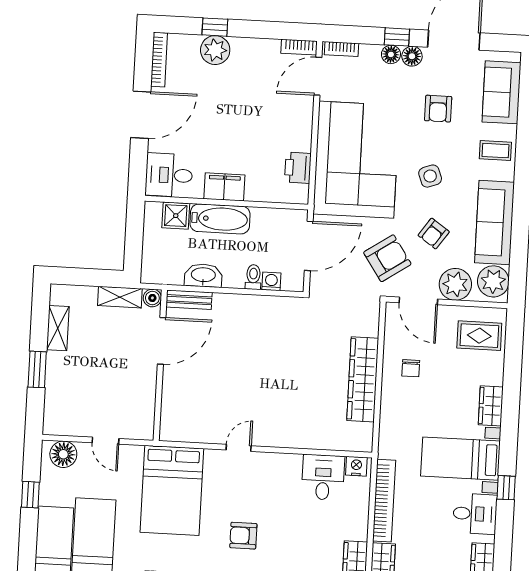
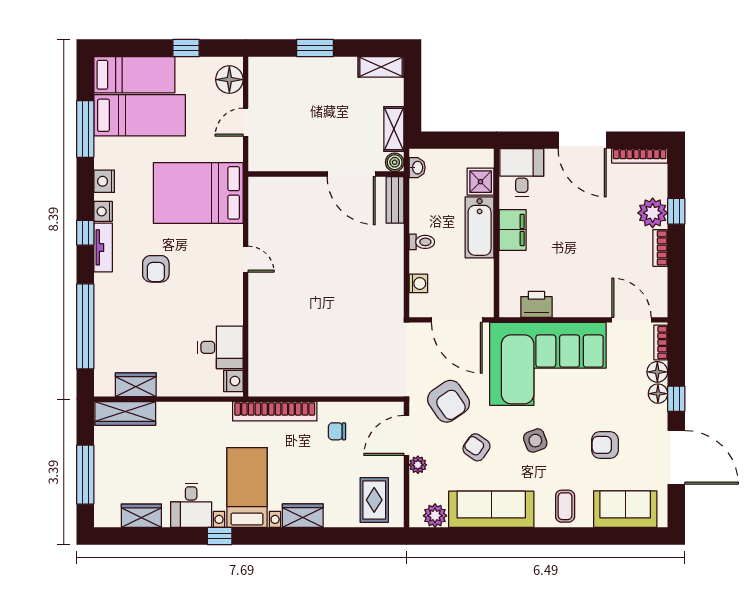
bookcase: (299, 47) -> (660, 248), moved
floor lamp: (412, 56) -> (657, 372), moved
washbasin: (203, 275) -> (417, 168), moved, width x0.52, depth x0.69
toilet: (253, 277) -> (422, 242), moved
plant: (493, 281) -> (435, 516), width x0.73, depth x0.73
plant: (455, 284) -> (418, 465), width x0.53, depth x0.53
shelving: (58, 328) -> (381, 67), moved
wardrobe: (363, 379) -> (323, 383), removed
bookcase: (384, 501) -> (275, 411), moved
armchair: (243, 536) -> (156, 269), turned 180

